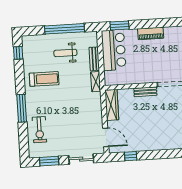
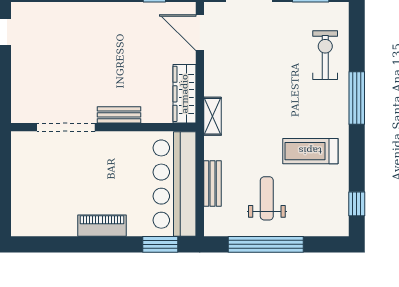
bar counter: (114, 50) -> (174, 184), width x1.36
weight bench: (65, 53) -> (267, 198), turned -90
shelving: (96, 82) -> (212, 116), moved

